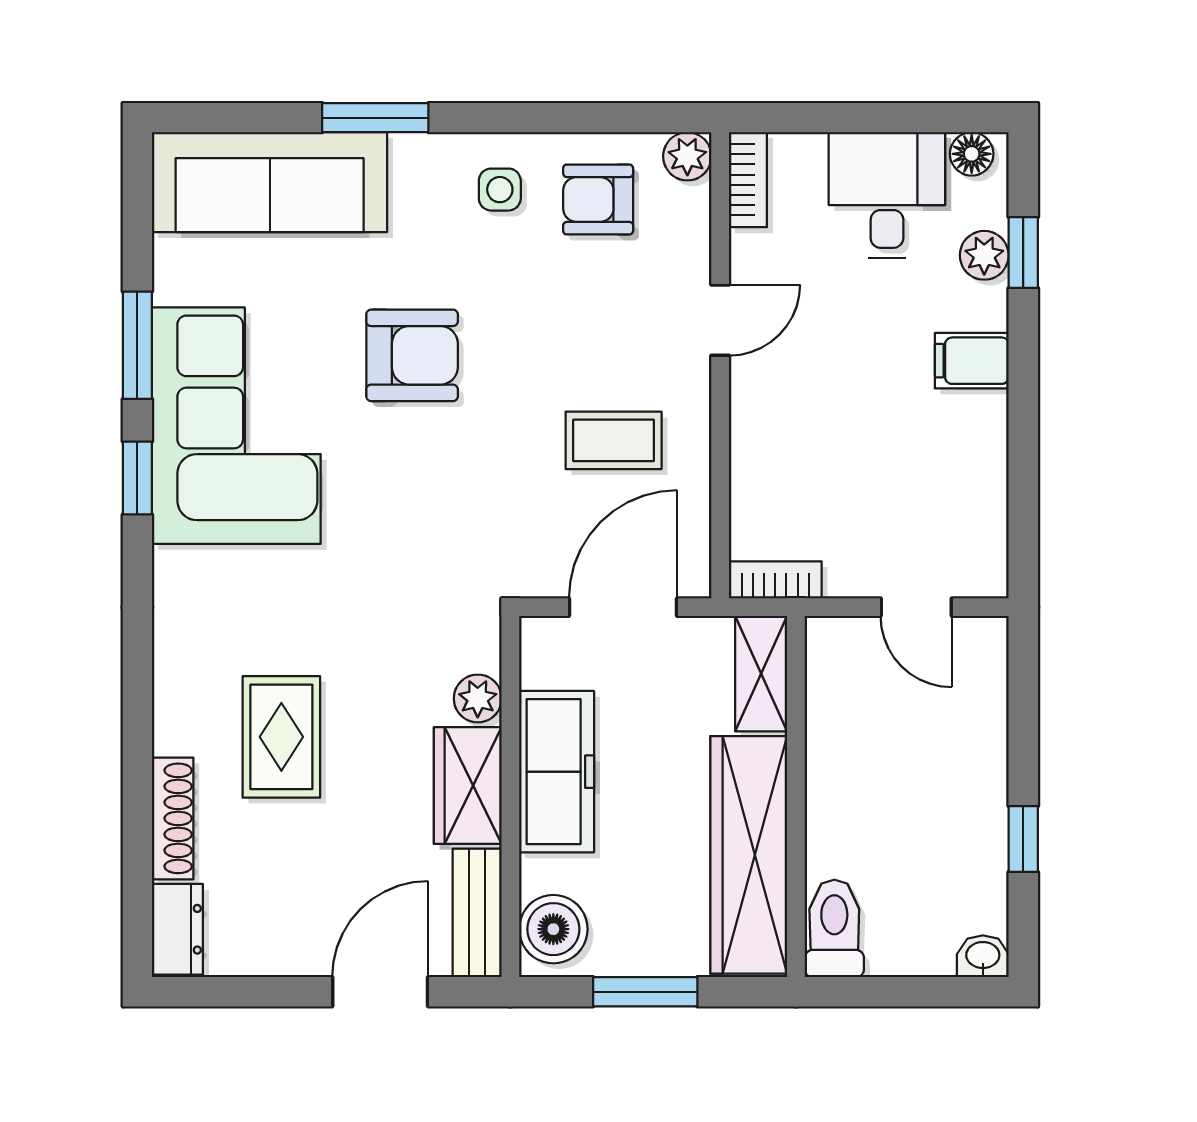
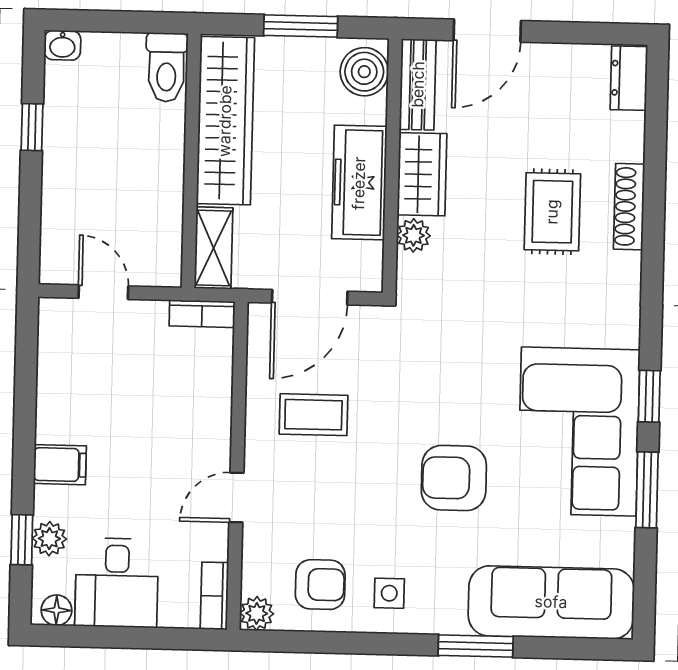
shoe rack: (173, 818) -> (629, 207), moved

